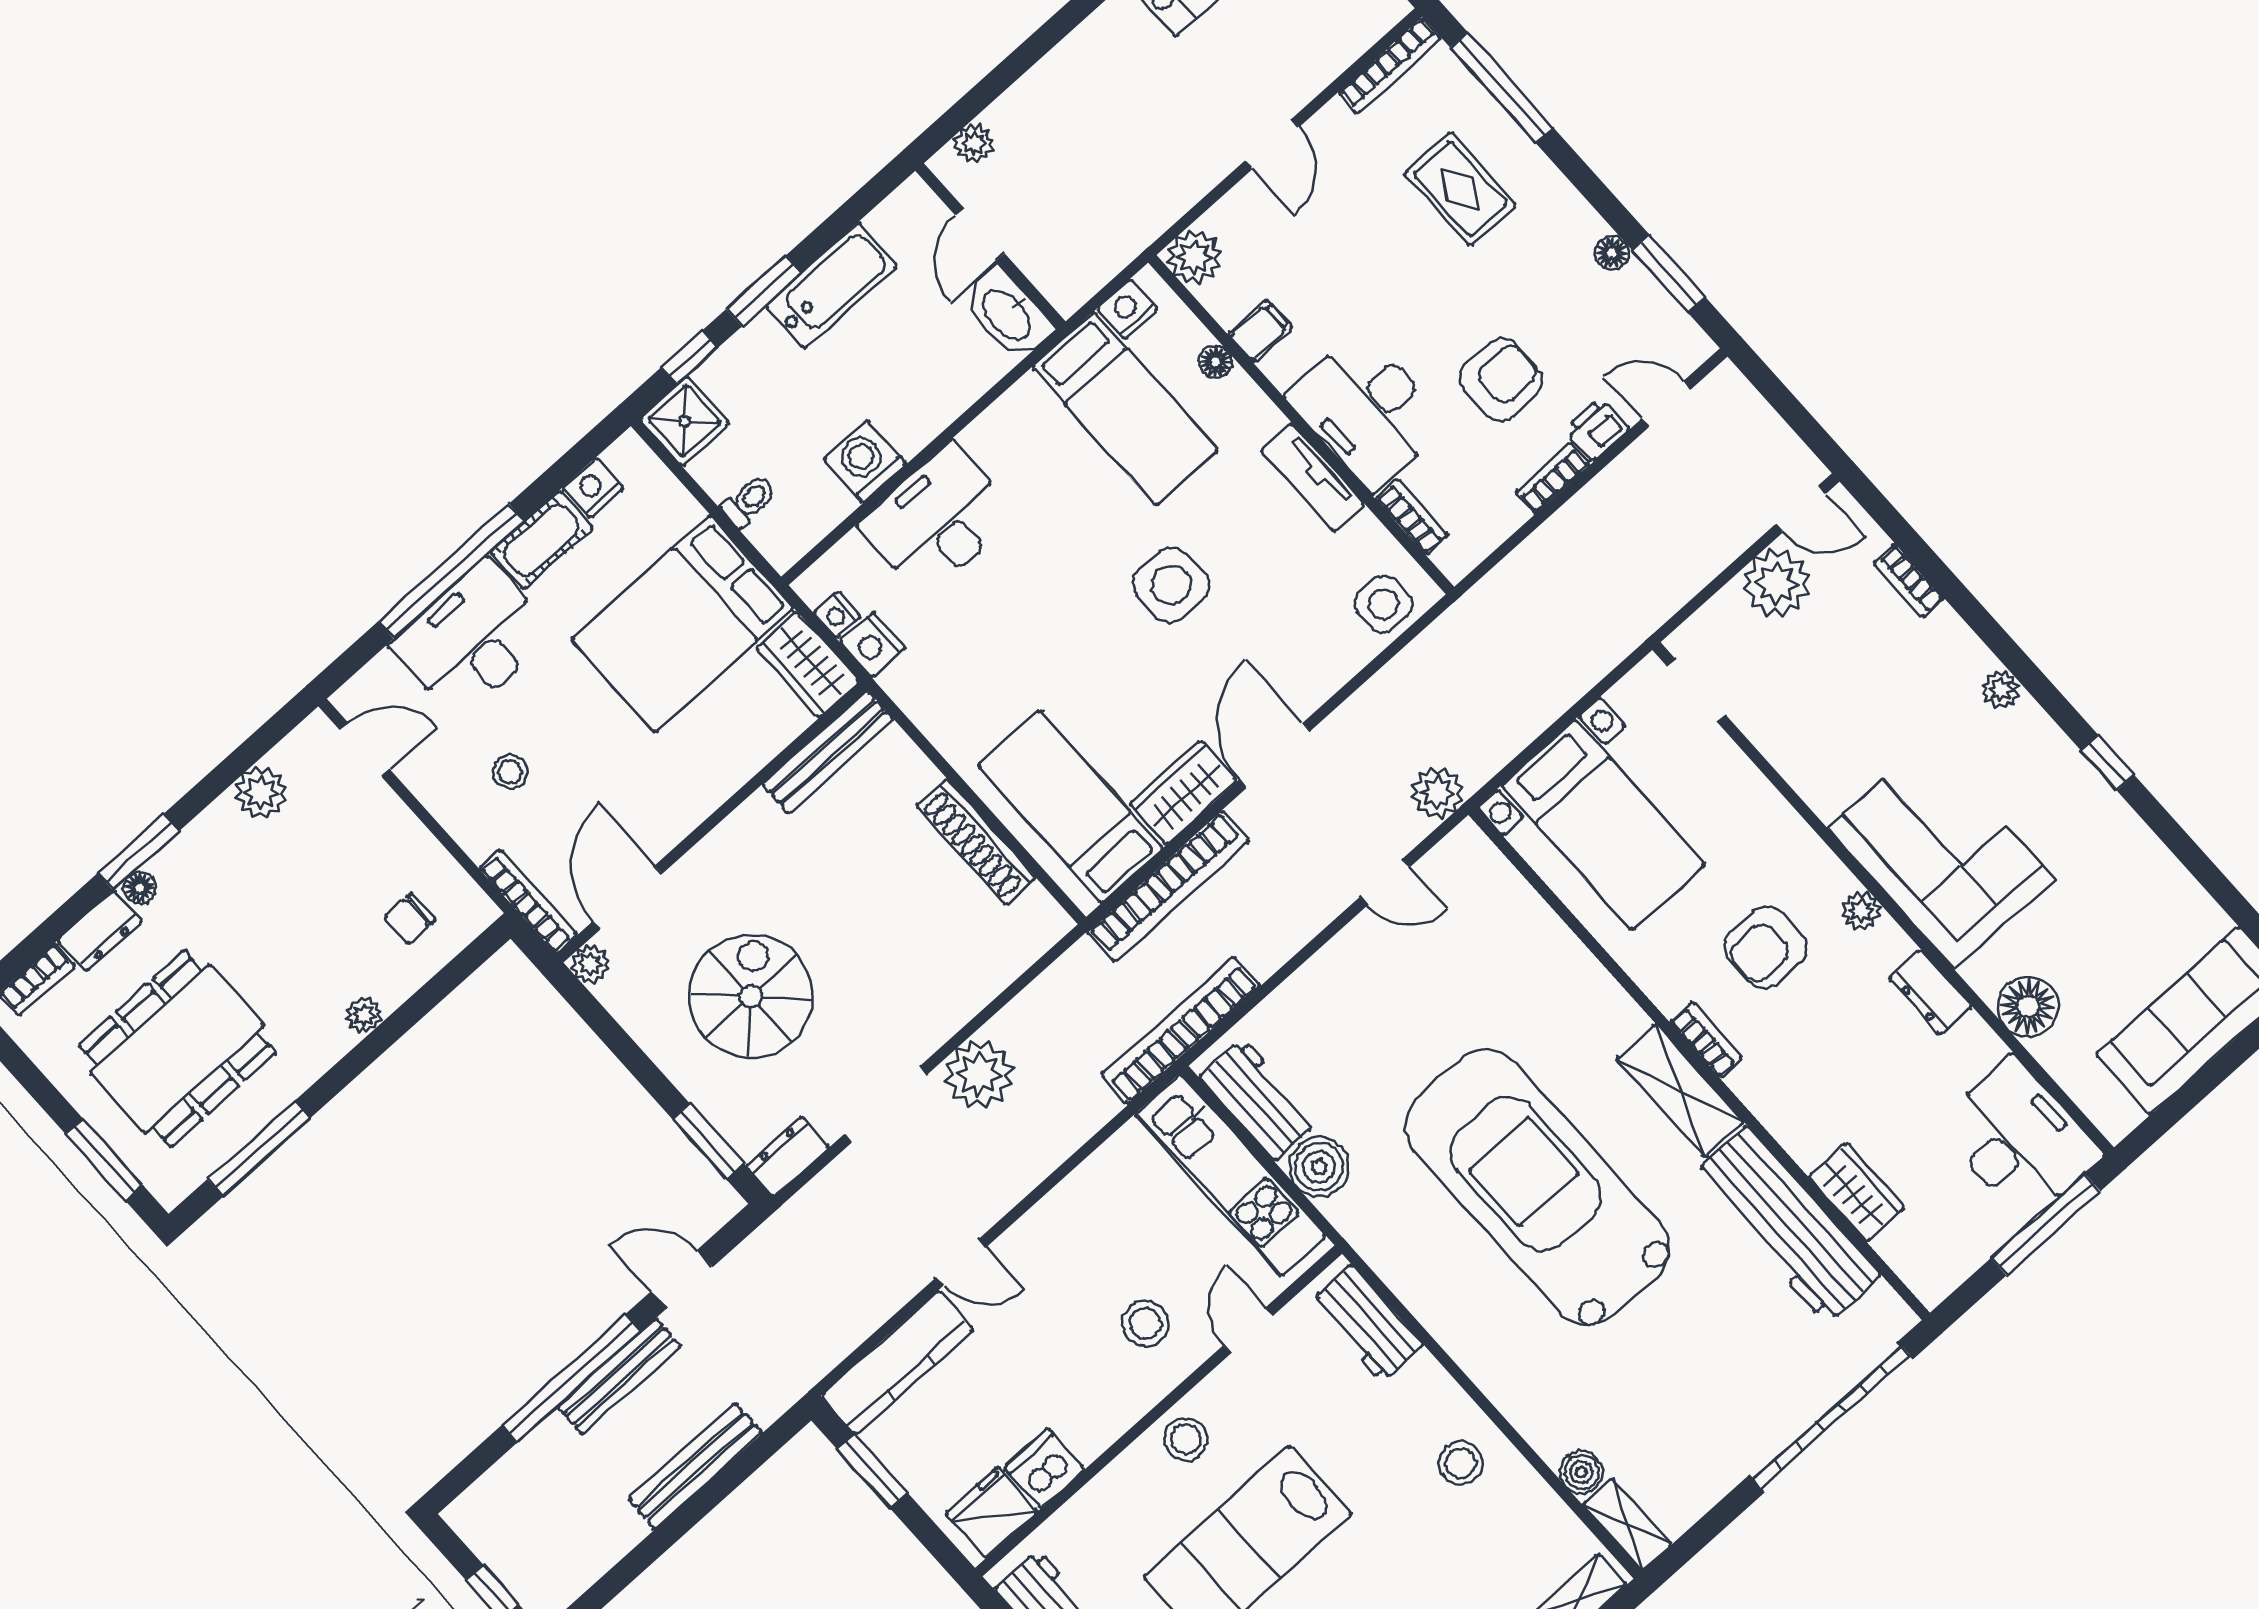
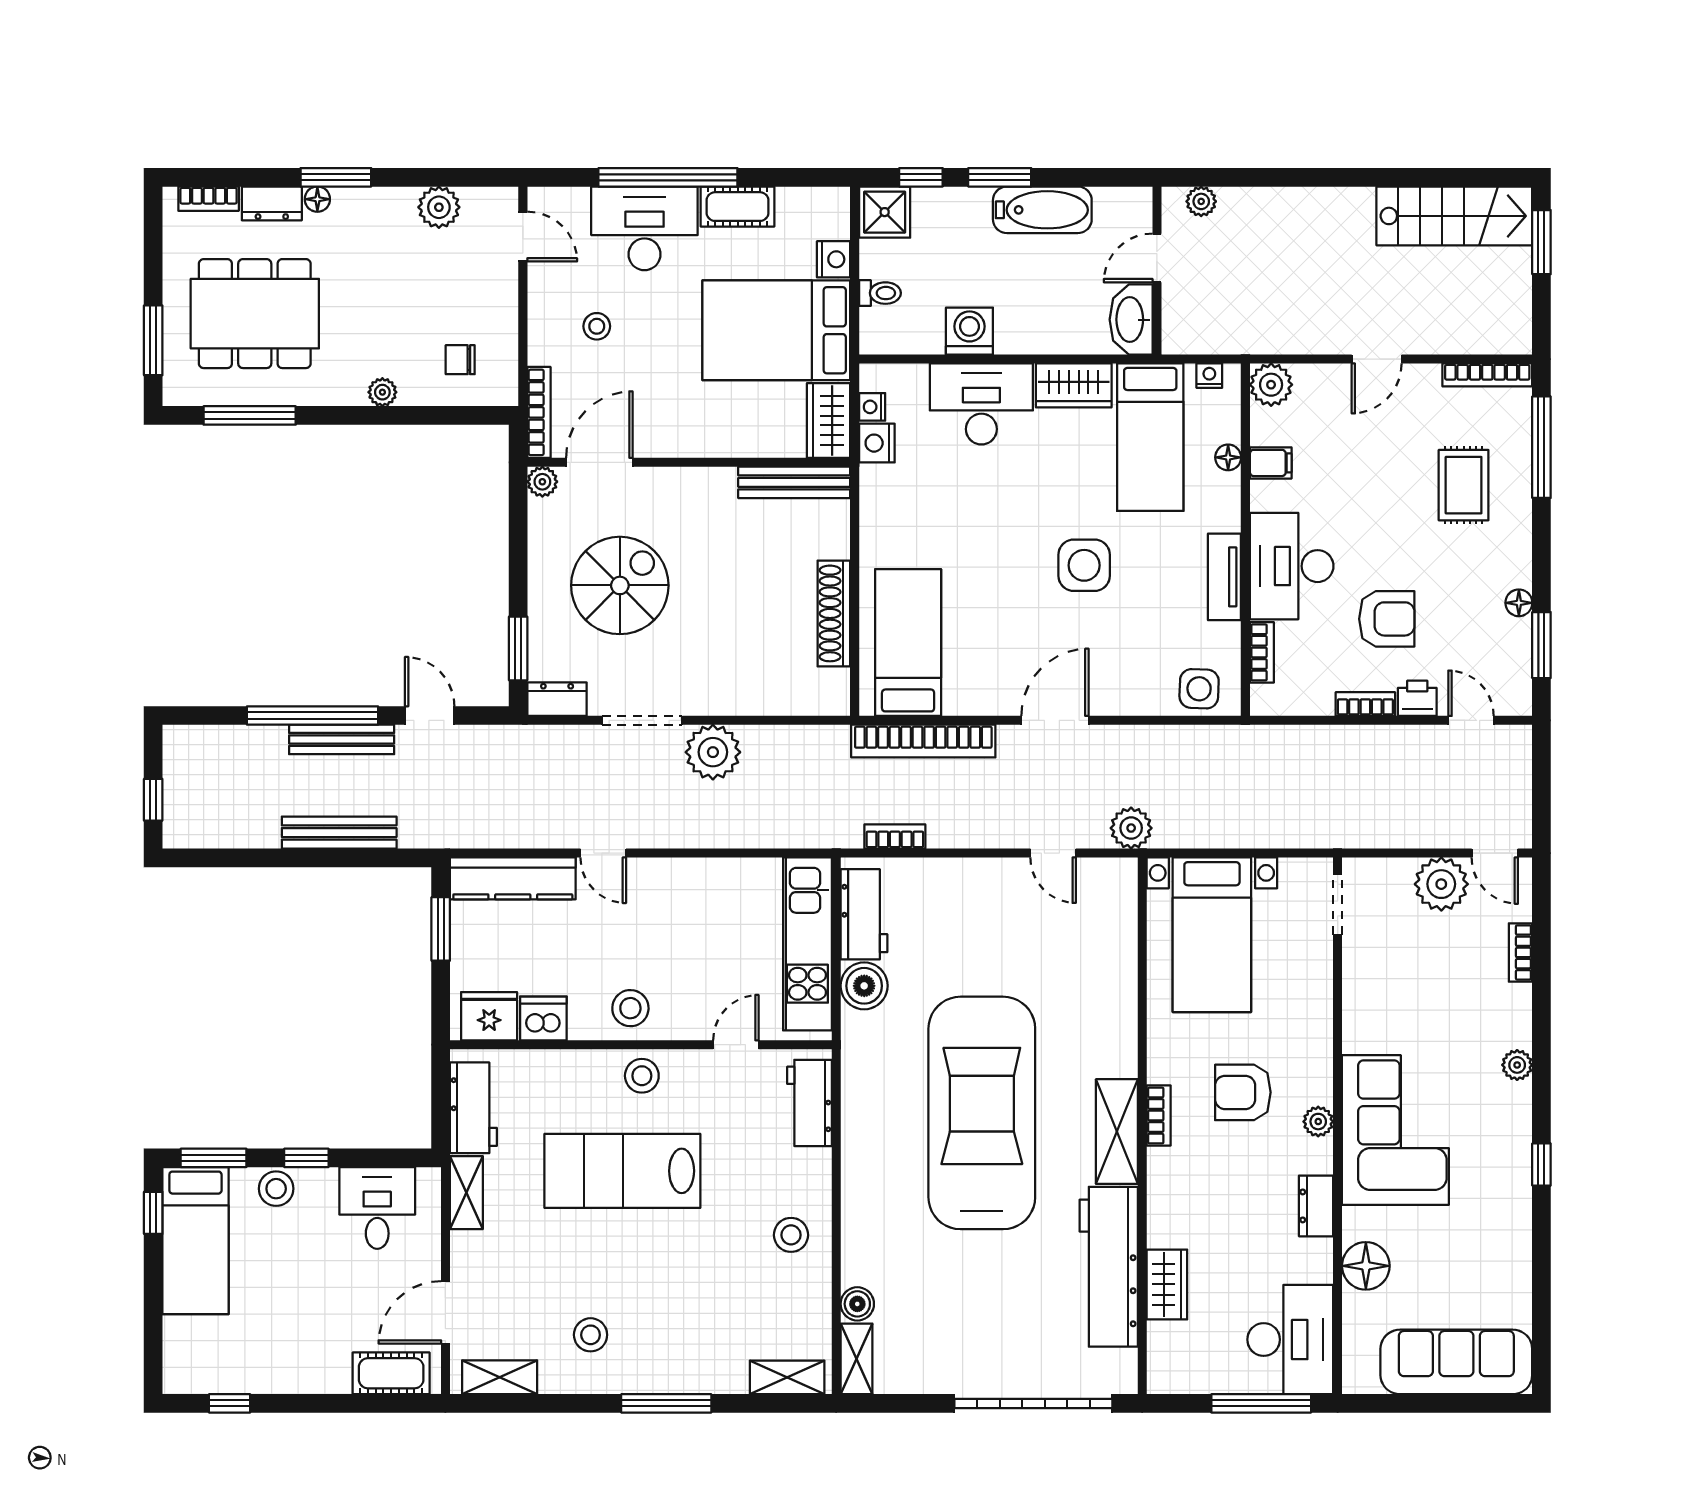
nightstand: (1127, 309) -> (1209, 376), width x0.72, depth x0.74
nightstand: (593, 488) -> (834, 259), moved, turned 90
wardrobe: (1183, 793) -> (1074, 385), moved, turned 180
bookcase: (1181, 1030) -> (895, 836), width x0.43, depth x0.76
stool: (1146, 1323) -> (630, 1008), moved

